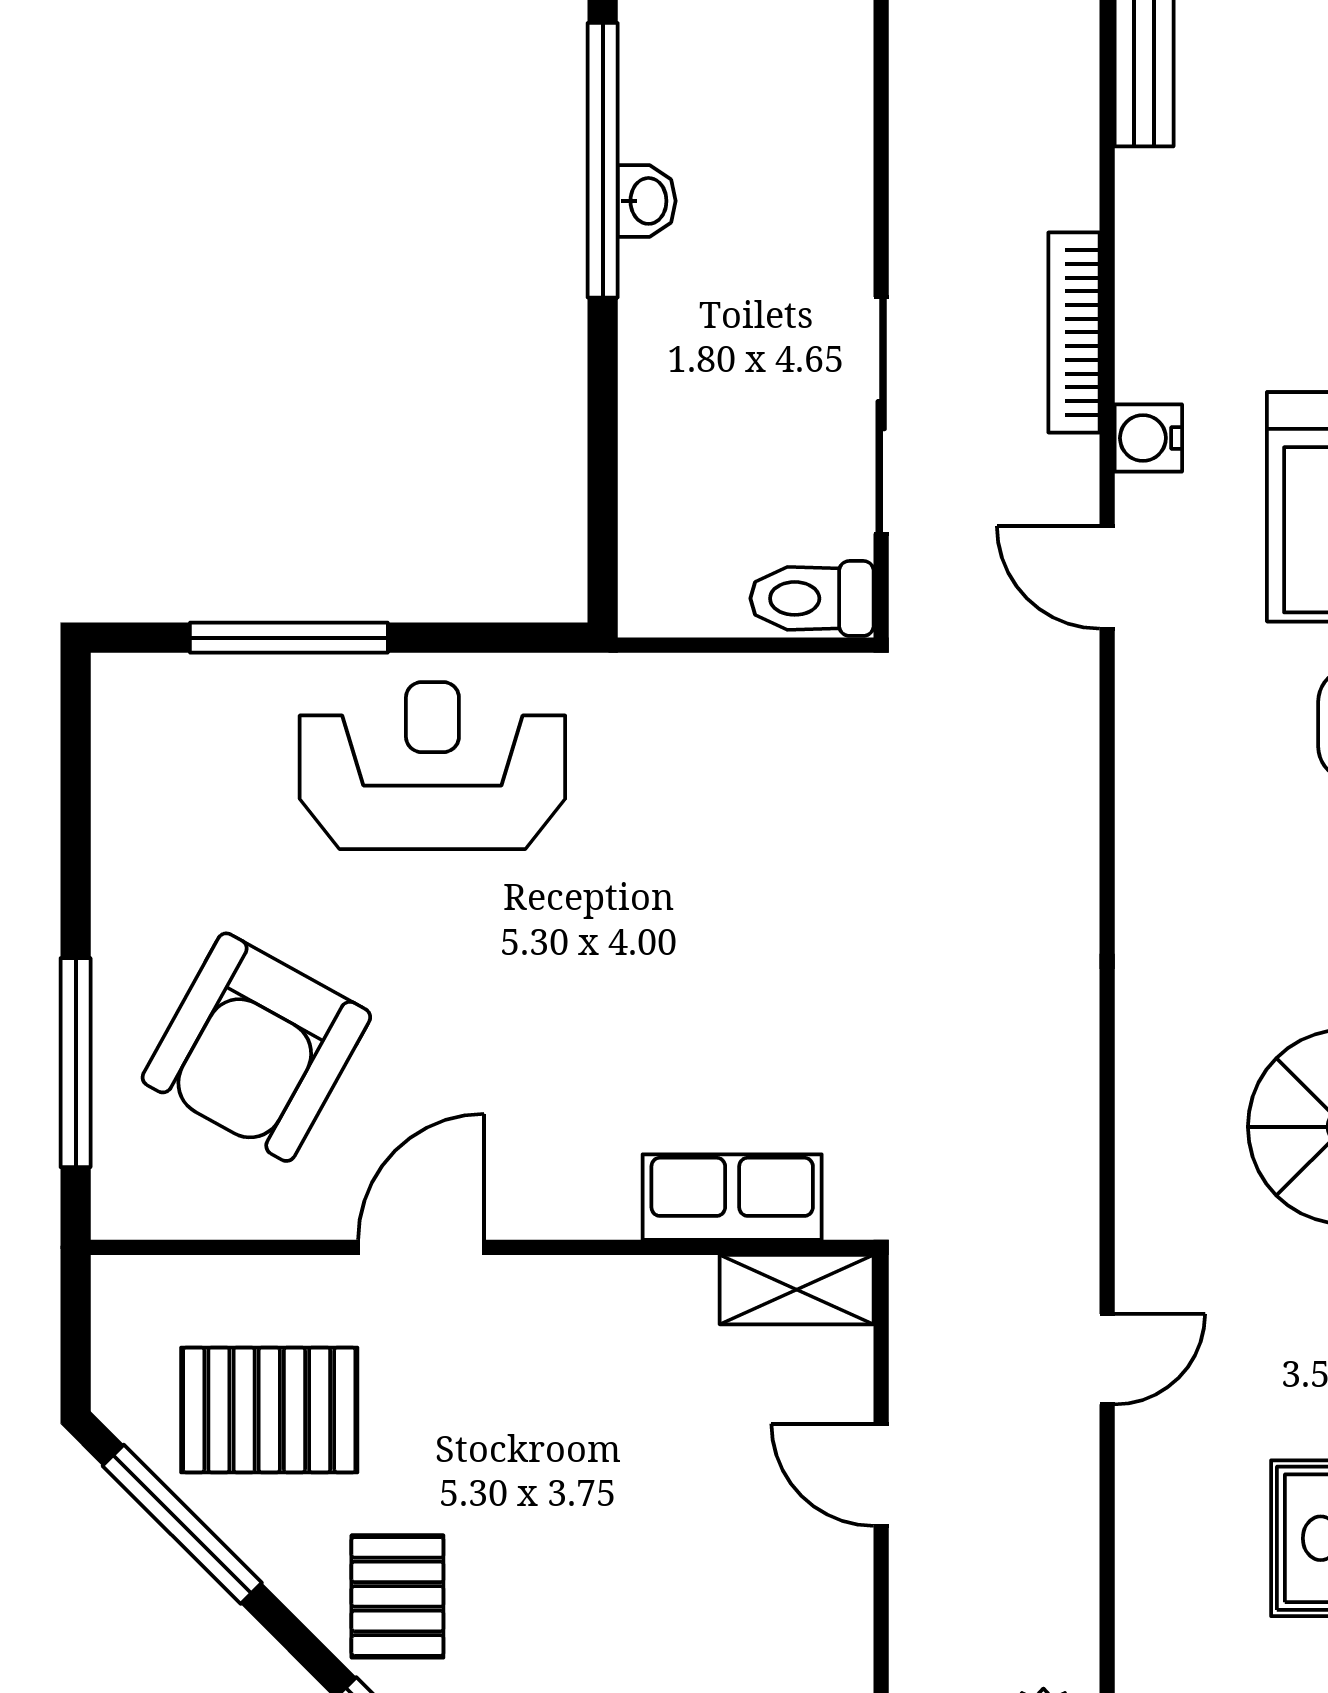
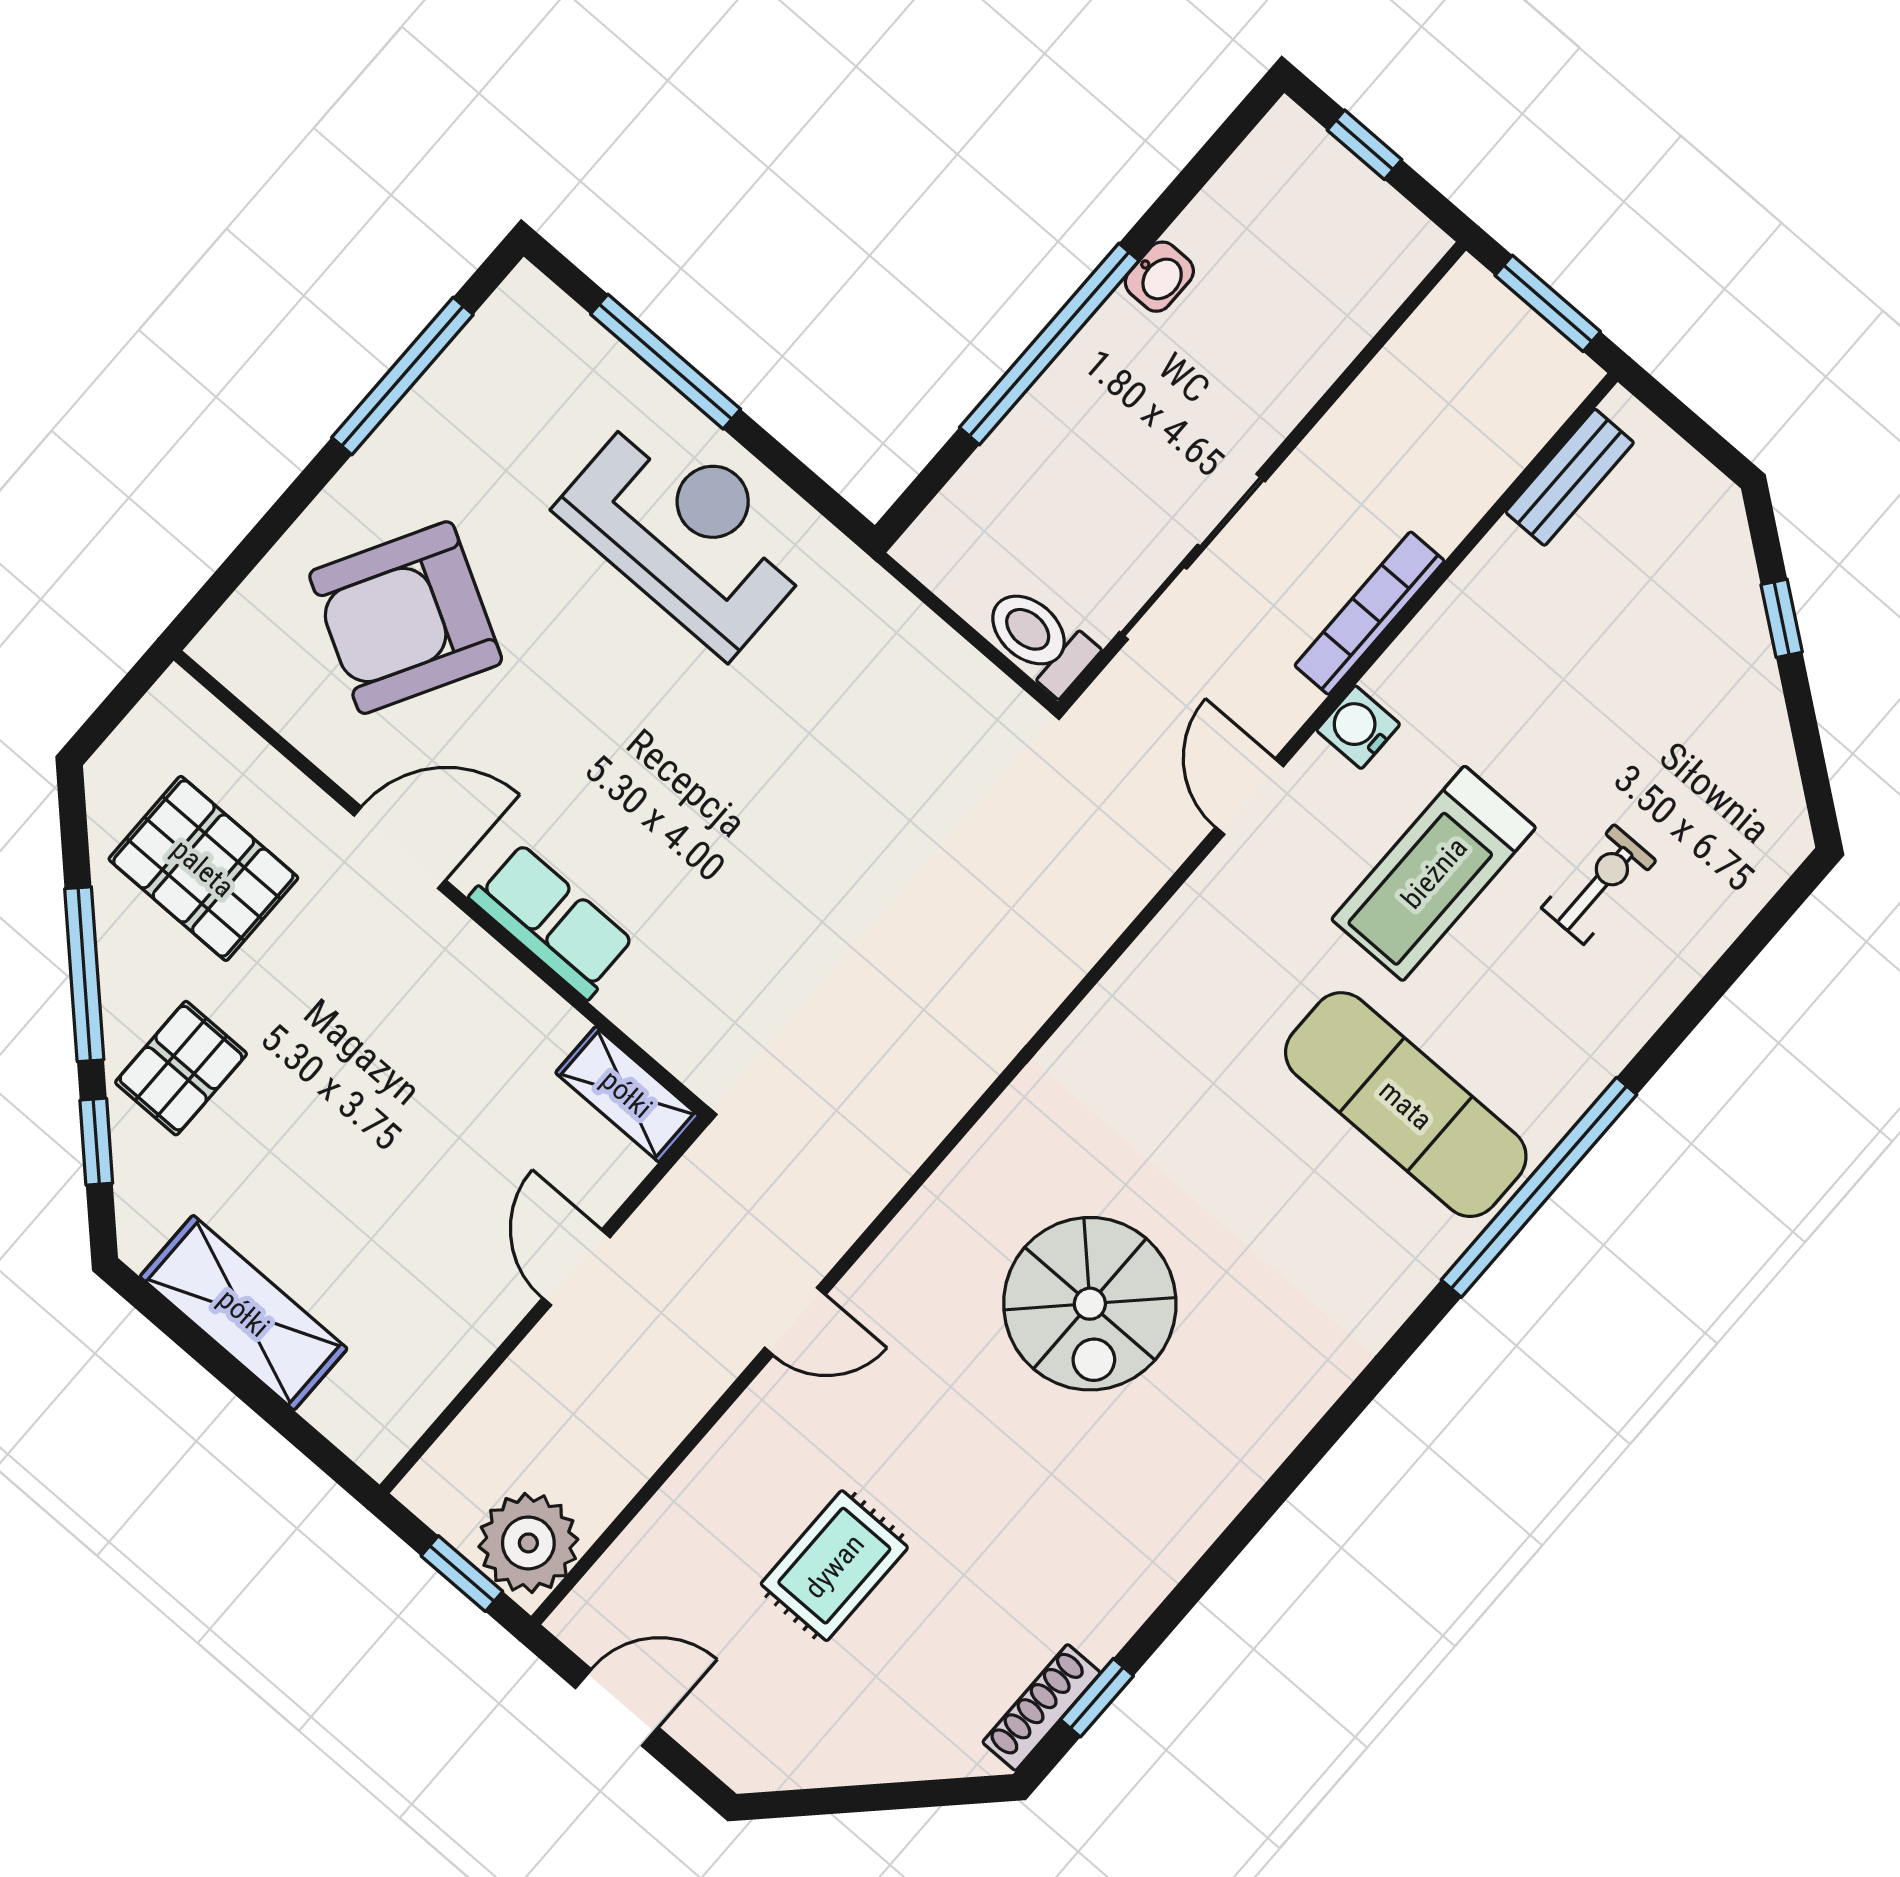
window: (603, 160) -> (1049, 344), moved
window: (76, 1063) -> (402, 376), moved
row of seats: (732, 1197) -> (552, 921), moved
window: (182, 1524) -> (84, 974), moved

